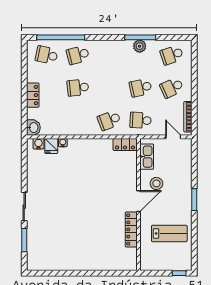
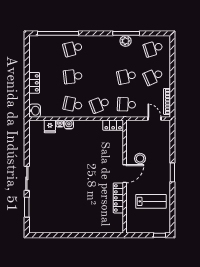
school desk: (47, 55) -> (73, 104), moved
water cooler: (38, 144) -> (69, 125), moved
kitchen sink: (147, 157) -> (132, 136), removed

